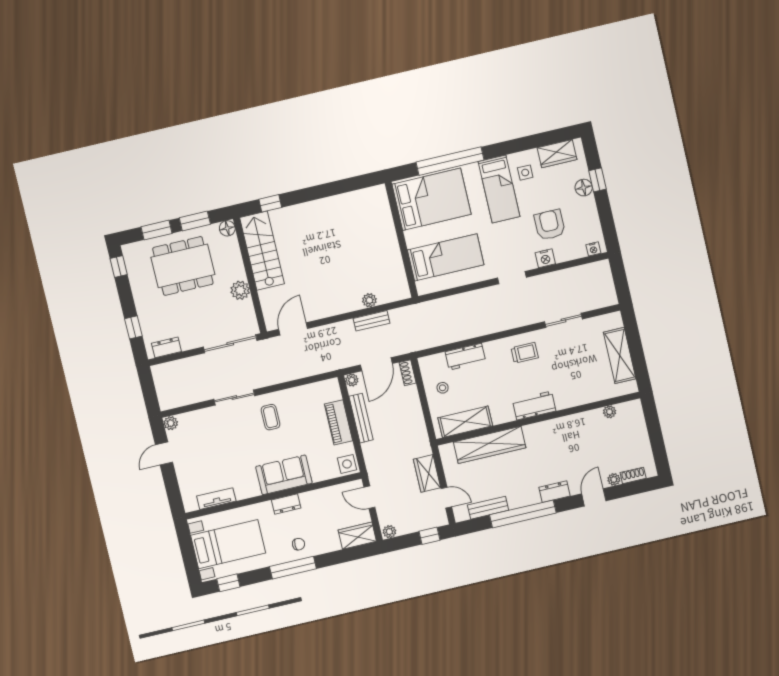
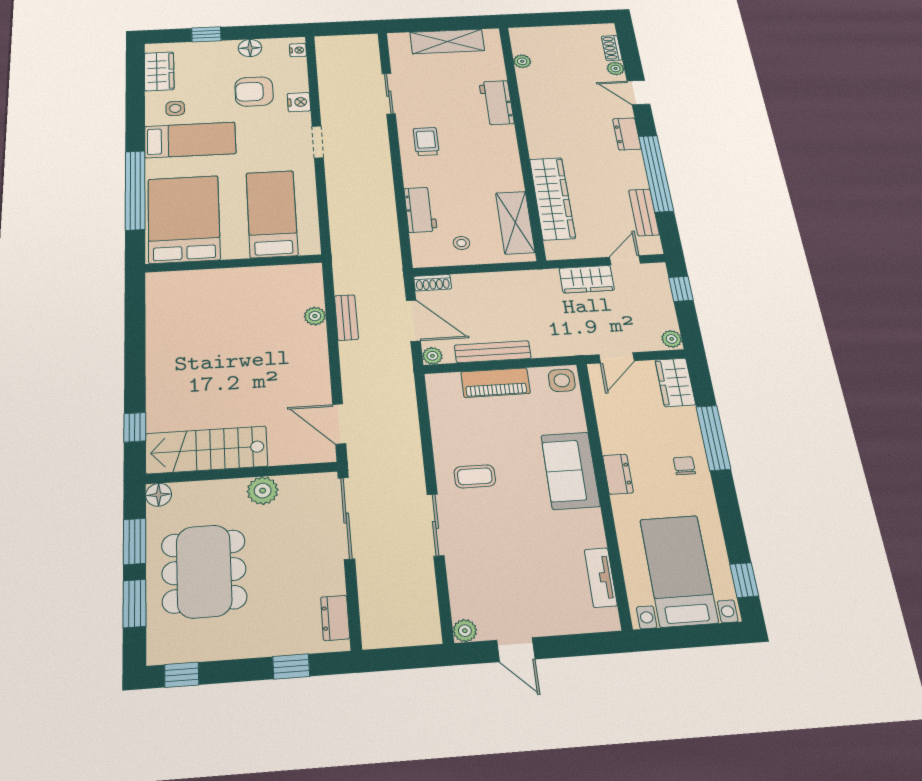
floor lamp: (584, 188) -> (250, 48), moved
workbench: (534, 406) -> (497, 103), moved
window: (293, 568) -> (713, 438), moved

